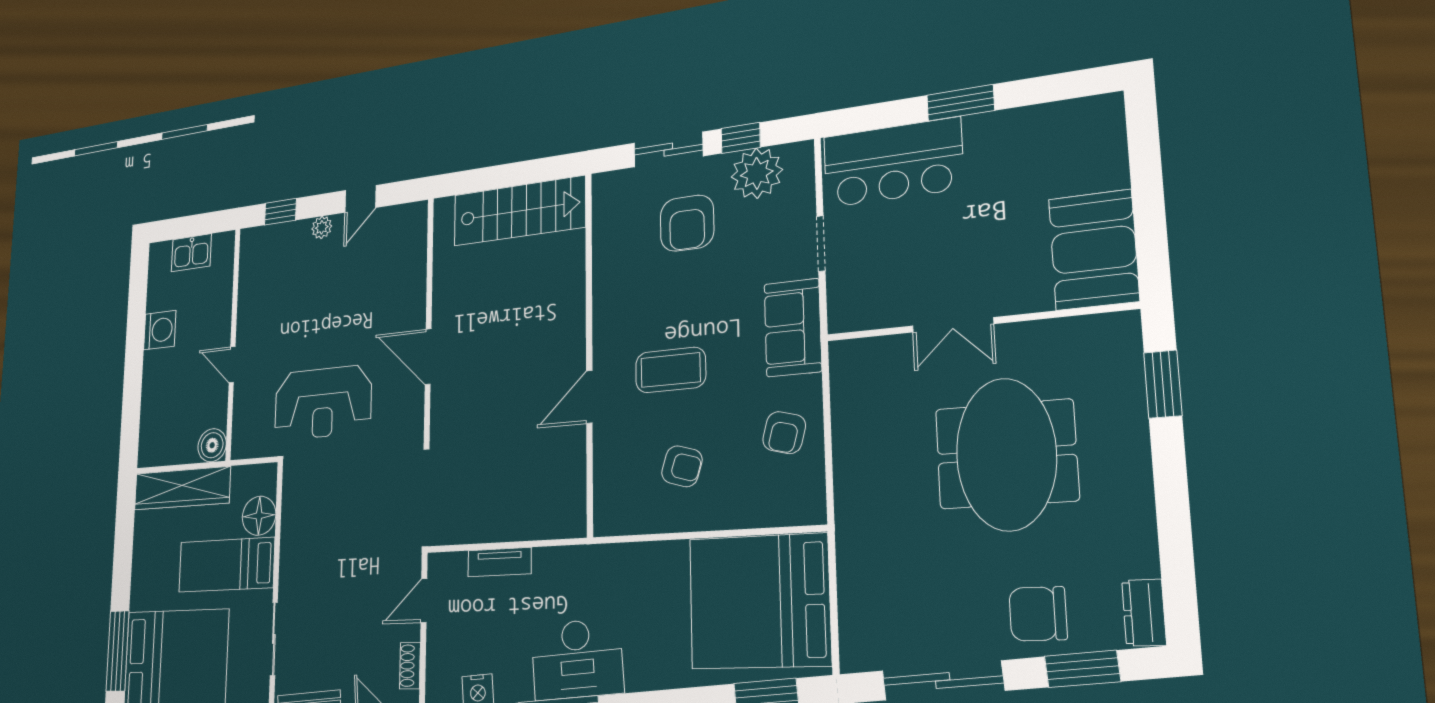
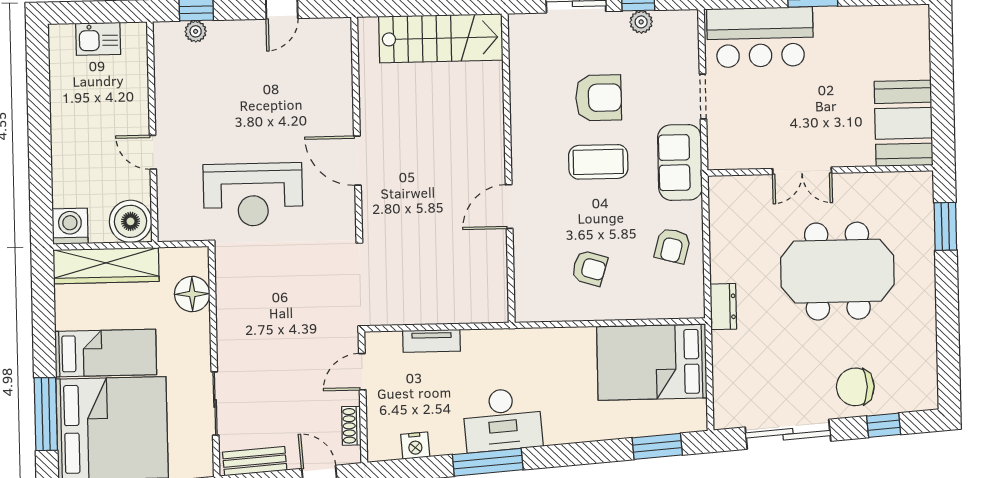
plant: (757, 173) -> (641, 22), width x0.53, depth x0.53
armchair: (687, 223) -> (599, 98), moved, turned -90
plant: (322, 227) -> (196, 31), moved
washing machine: (160, 330) -> (70, 226), moved, turned -90
coffee table: (671, 370) -> (598, 162), moved
boiler: (212, 445) -> (131, 221), width x1.37, depth x1.37
meeting table: (1006, 454) -> (837, 271), turned 90
bed: (226, 565) -> (106, 353), moved, turned 180
bed: (759, 601) -> (652, 362), width x0.73
dresser: (1144, 613) -> (723, 307), moved, turned 180
window: (1082, 669) -> (884, 425), width x0.67

